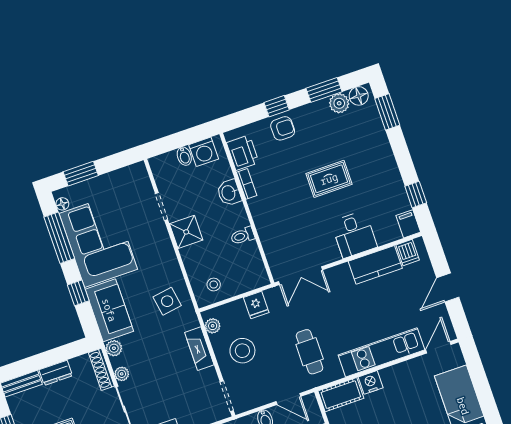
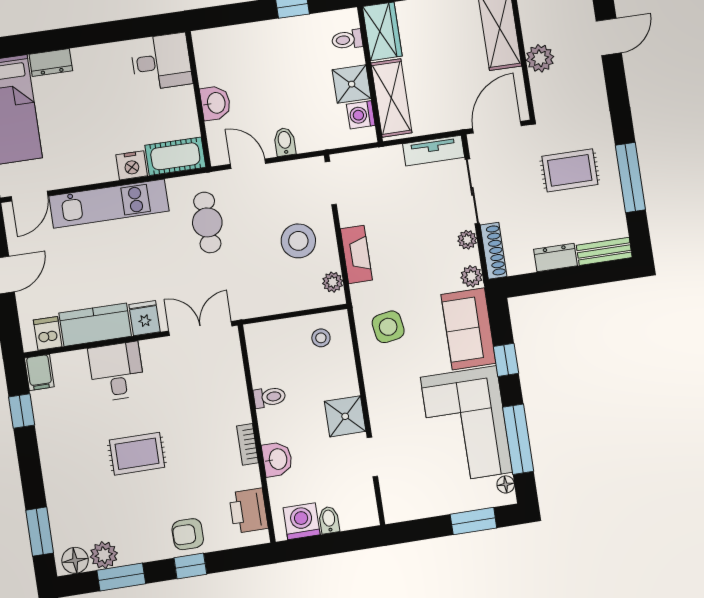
bookcase: (247, 184) -> (248, 444), moved
fridge: (256, 305) -> (144, 318), moved

